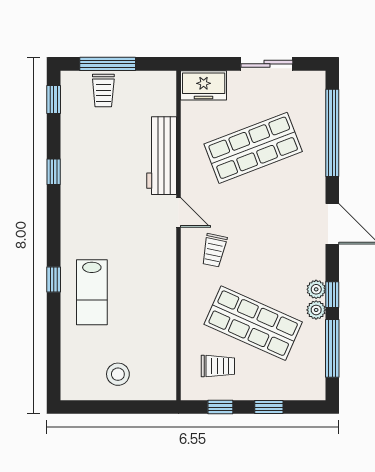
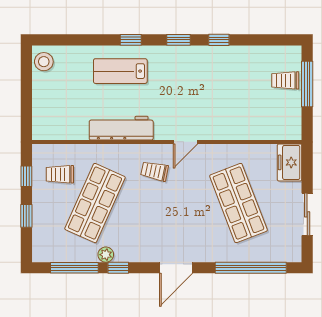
window: (54, 99) -> (178, 40), moved
workbench: (162, 156) -> (121, 128), moved
plant: (316, 289) -> (123, 255), removed
trolley: (218, 366) -> (60, 174), turned 90
stool: (118, 374) -> (44, 62), moved

